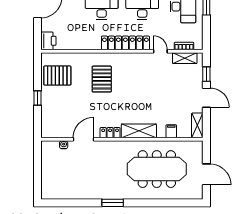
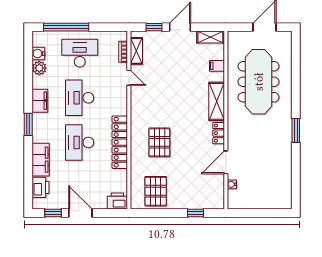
locker: (125, 43) -> (120, 142), moved
door: (160, 51) -> (129, 78), swing flipped
pallet: (102, 79) -> (159, 142), turned 90
window: (38, 98) -> (196, 213), moved
door: (84, 139) -> (226, 162), hinge flipped

